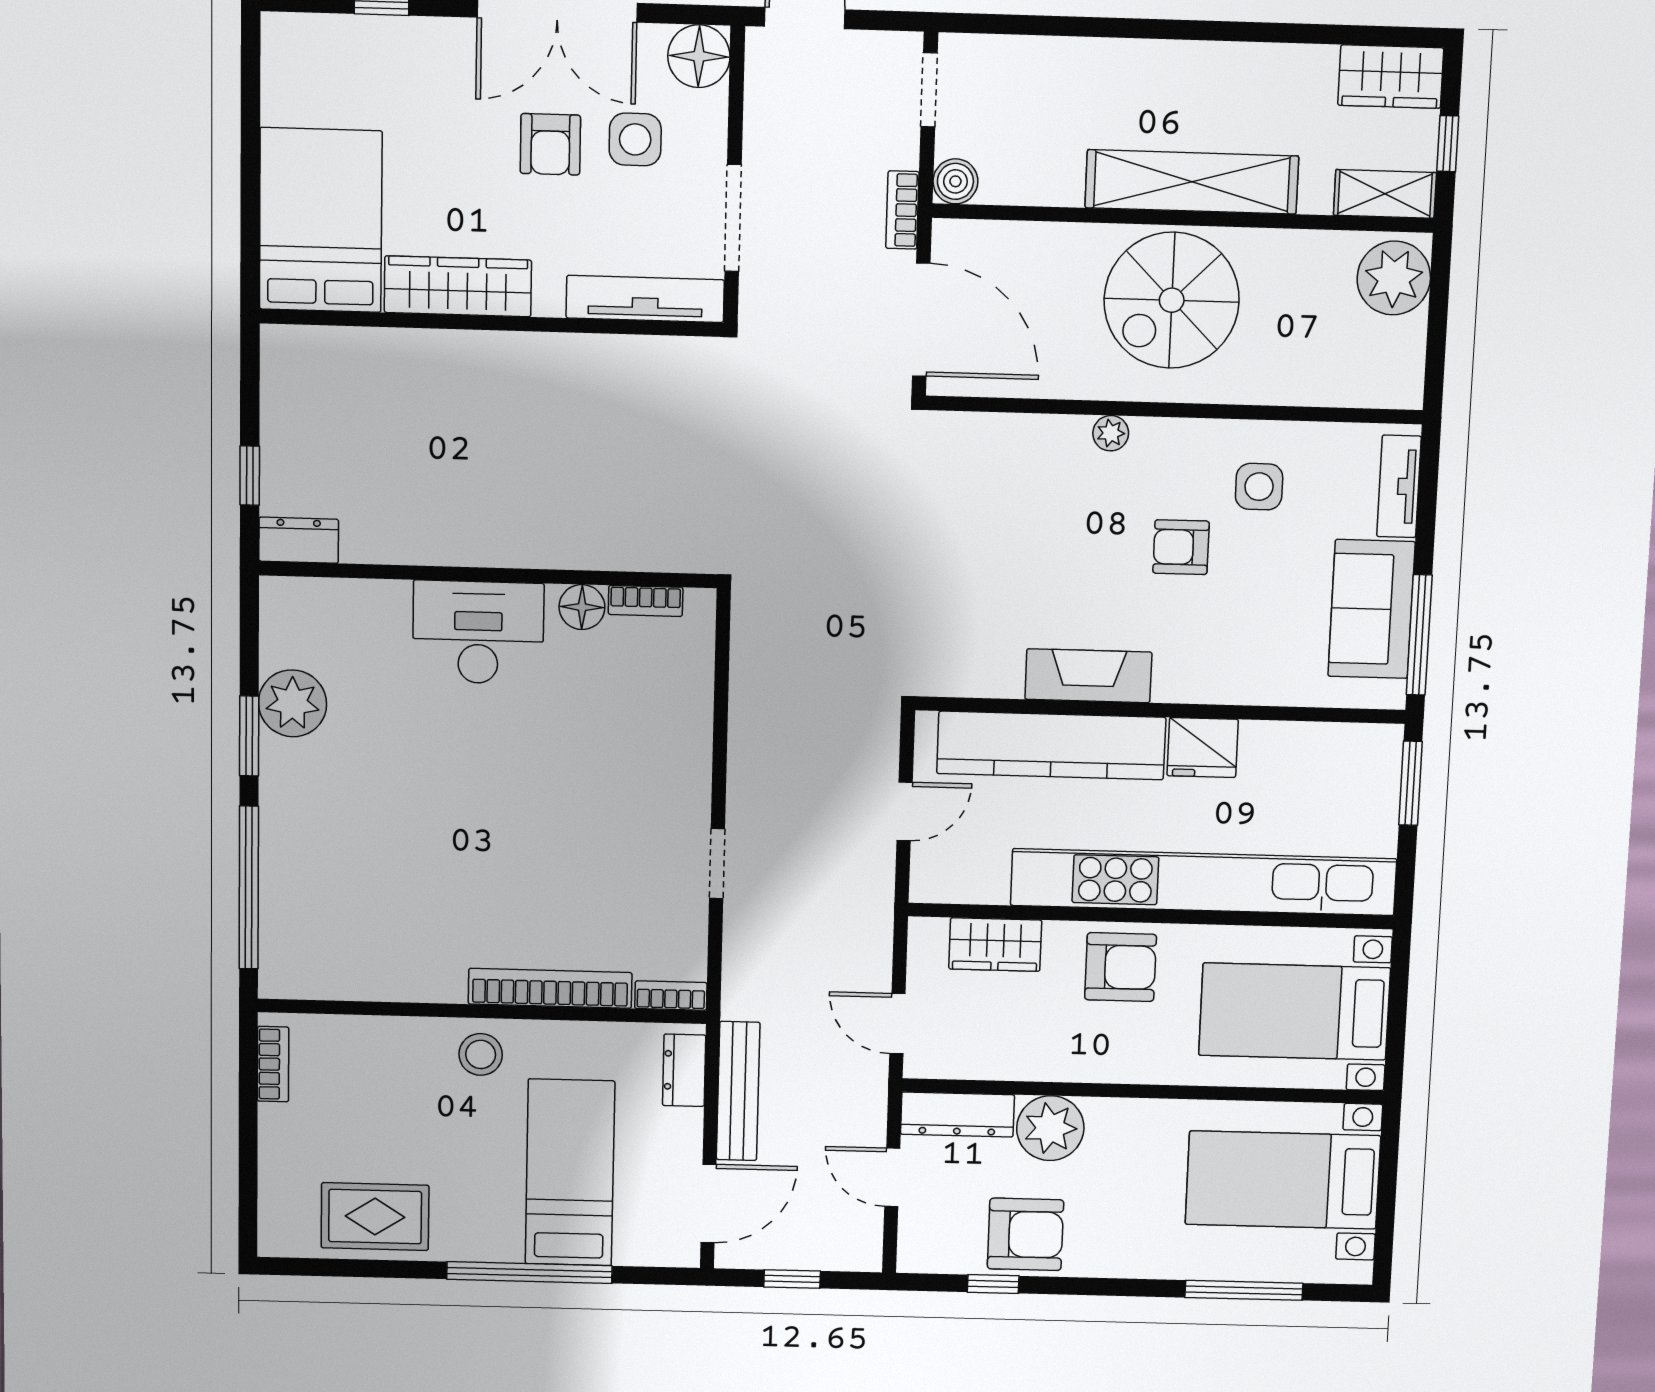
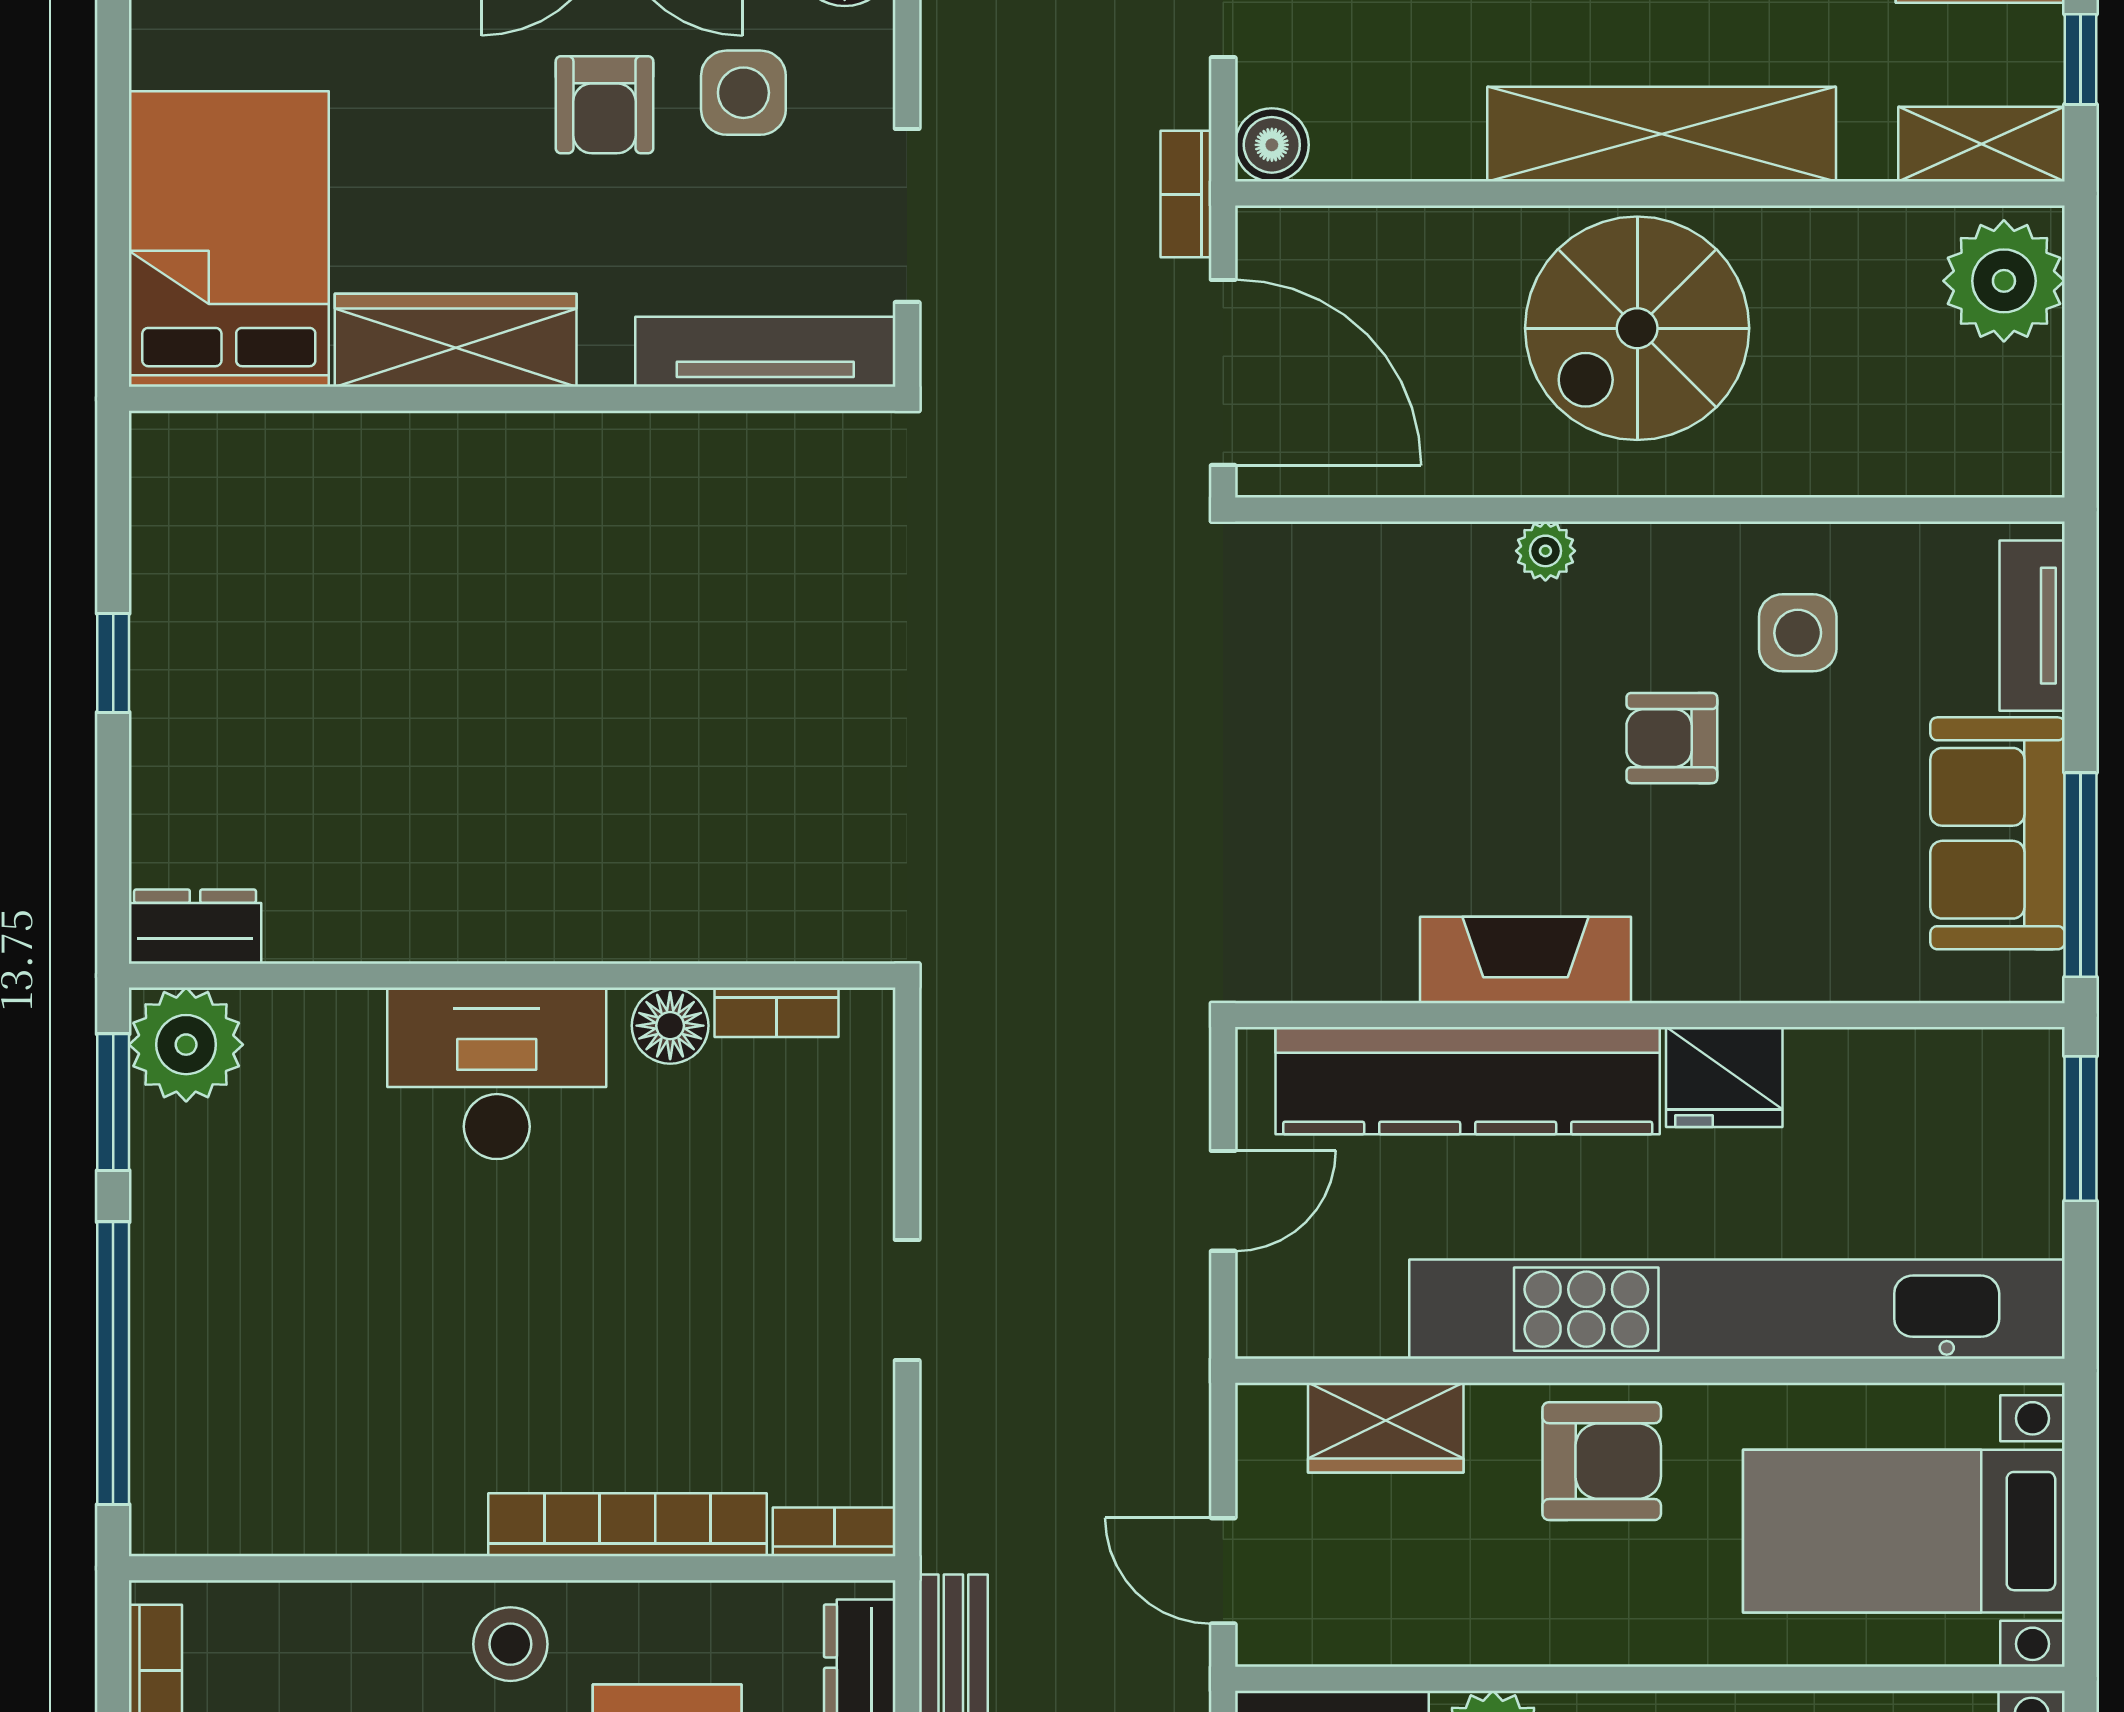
dresser: (299, 540) -> (195, 927), moved
wall: (488, 575) -> (512, 976), moved
bookcase: (646, 601) -> (777, 1012), moved
floor lamp: (582, 607) -> (670, 1026), moved
desk: (478, 632) -> (497, 1073), moved

